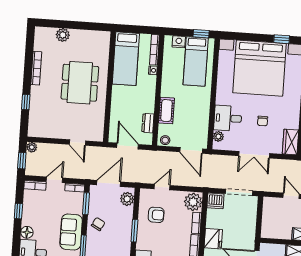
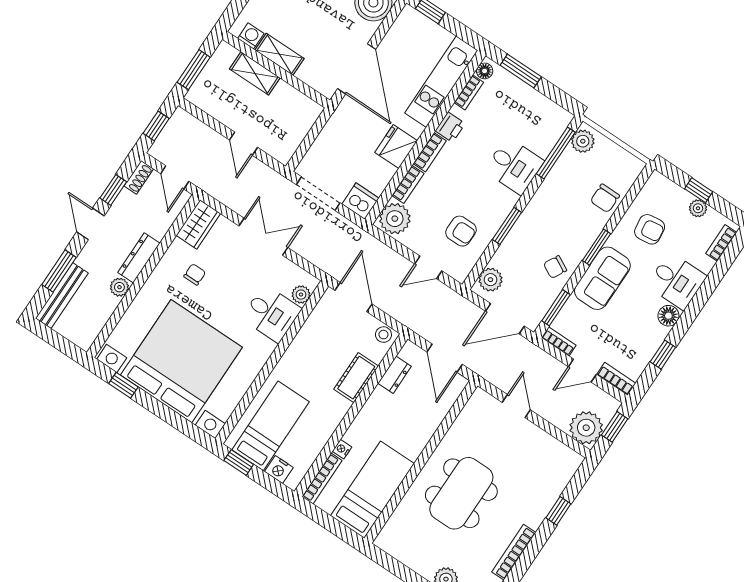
chair: (263, 121) -> (195, 274), moved
plant: (32, 147) -> (586, 428), width x1.88, depth x1.88
armchair: (156, 215) -> (461, 231), turned 180

